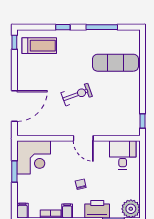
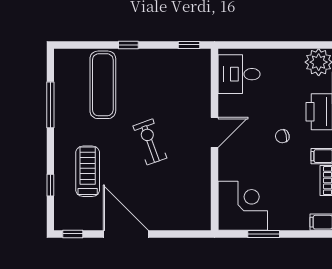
window: (63, 27) -> (50, 185), moved
treadmill: (39, 46) -> (88, 171), moved
window: (142, 80) -> (128, 45), added
door: (14, 106) -> (126, 234), moved

